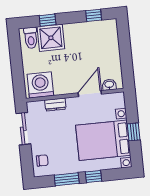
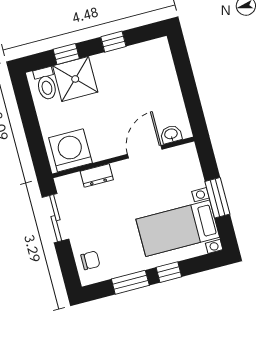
window: (94, 15) -> (113, 42), moved
window: (134, 132) -> (217, 198), width x1.50
bed with nightstands: (103, 140) -> (178, 228), width x0.73

